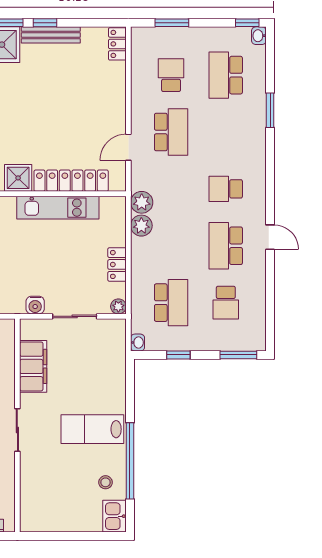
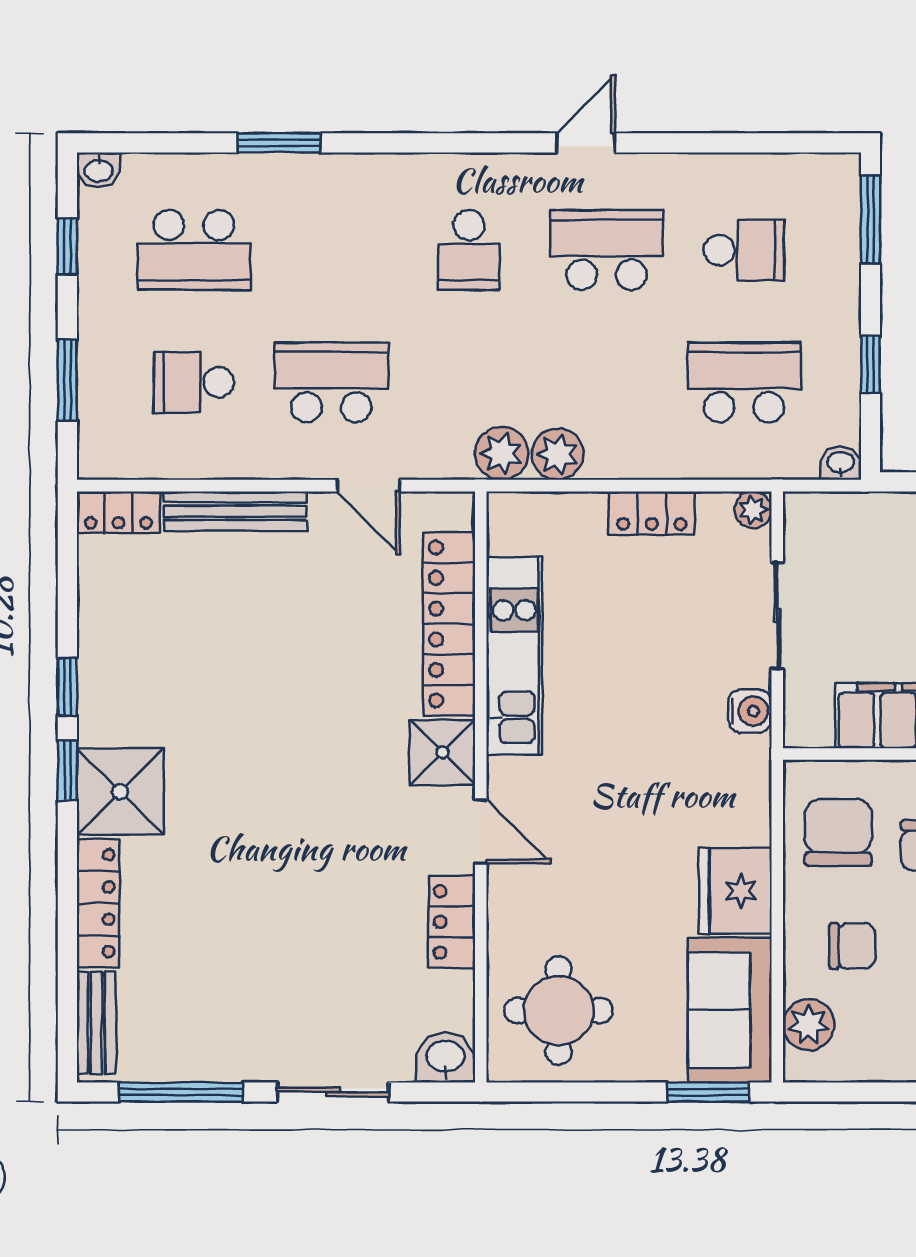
window: (247, 23) -> (67, 246), moved
bench: (51, 35) -> (235, 511), moved, turned 90
school desk: (226, 246) -> (606, 250), turned 180

